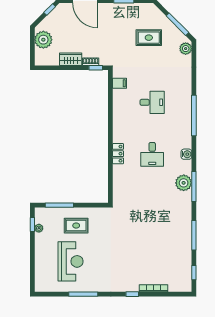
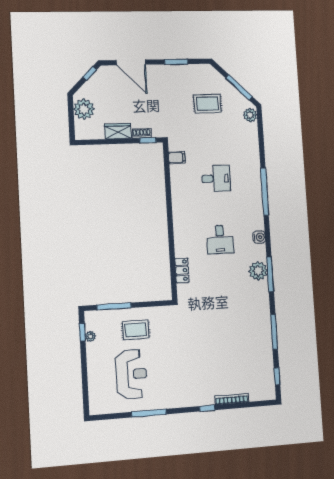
locker: (118, 154) -> (182, 270), moved

